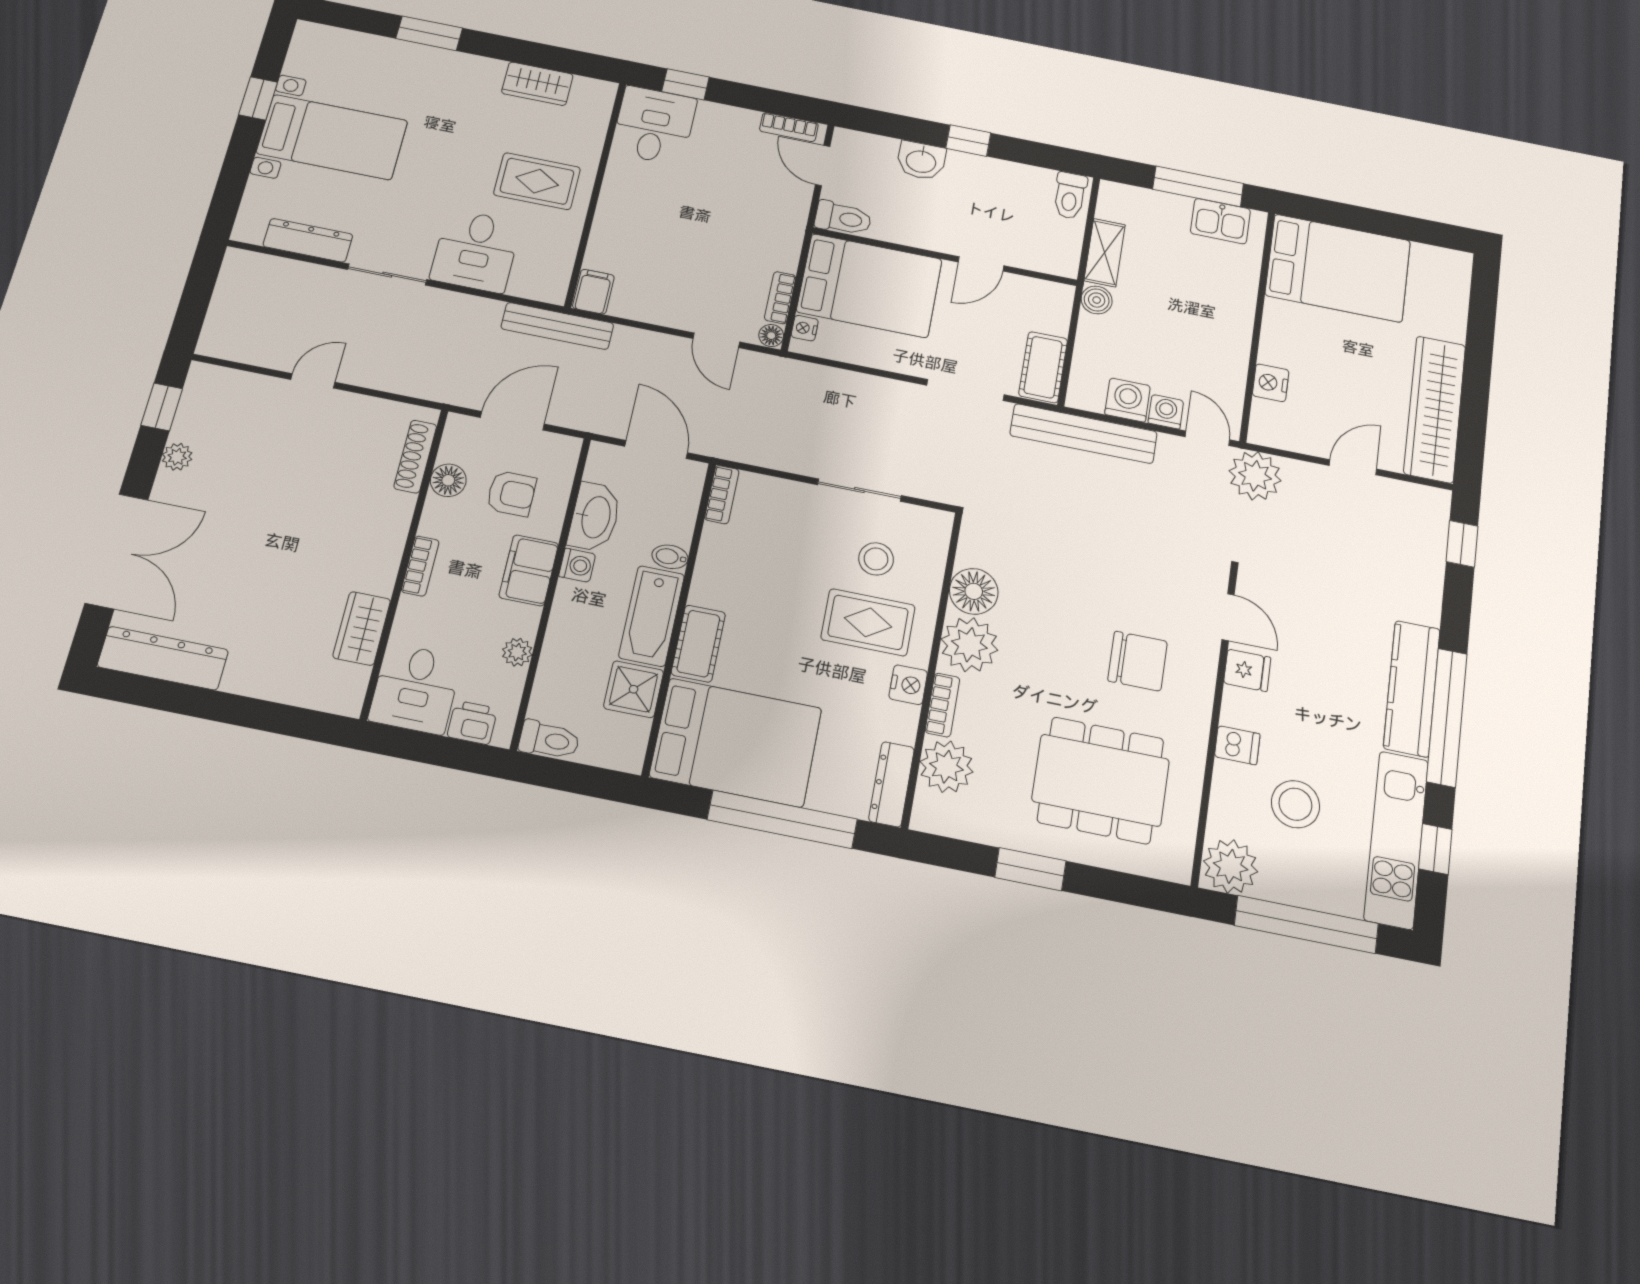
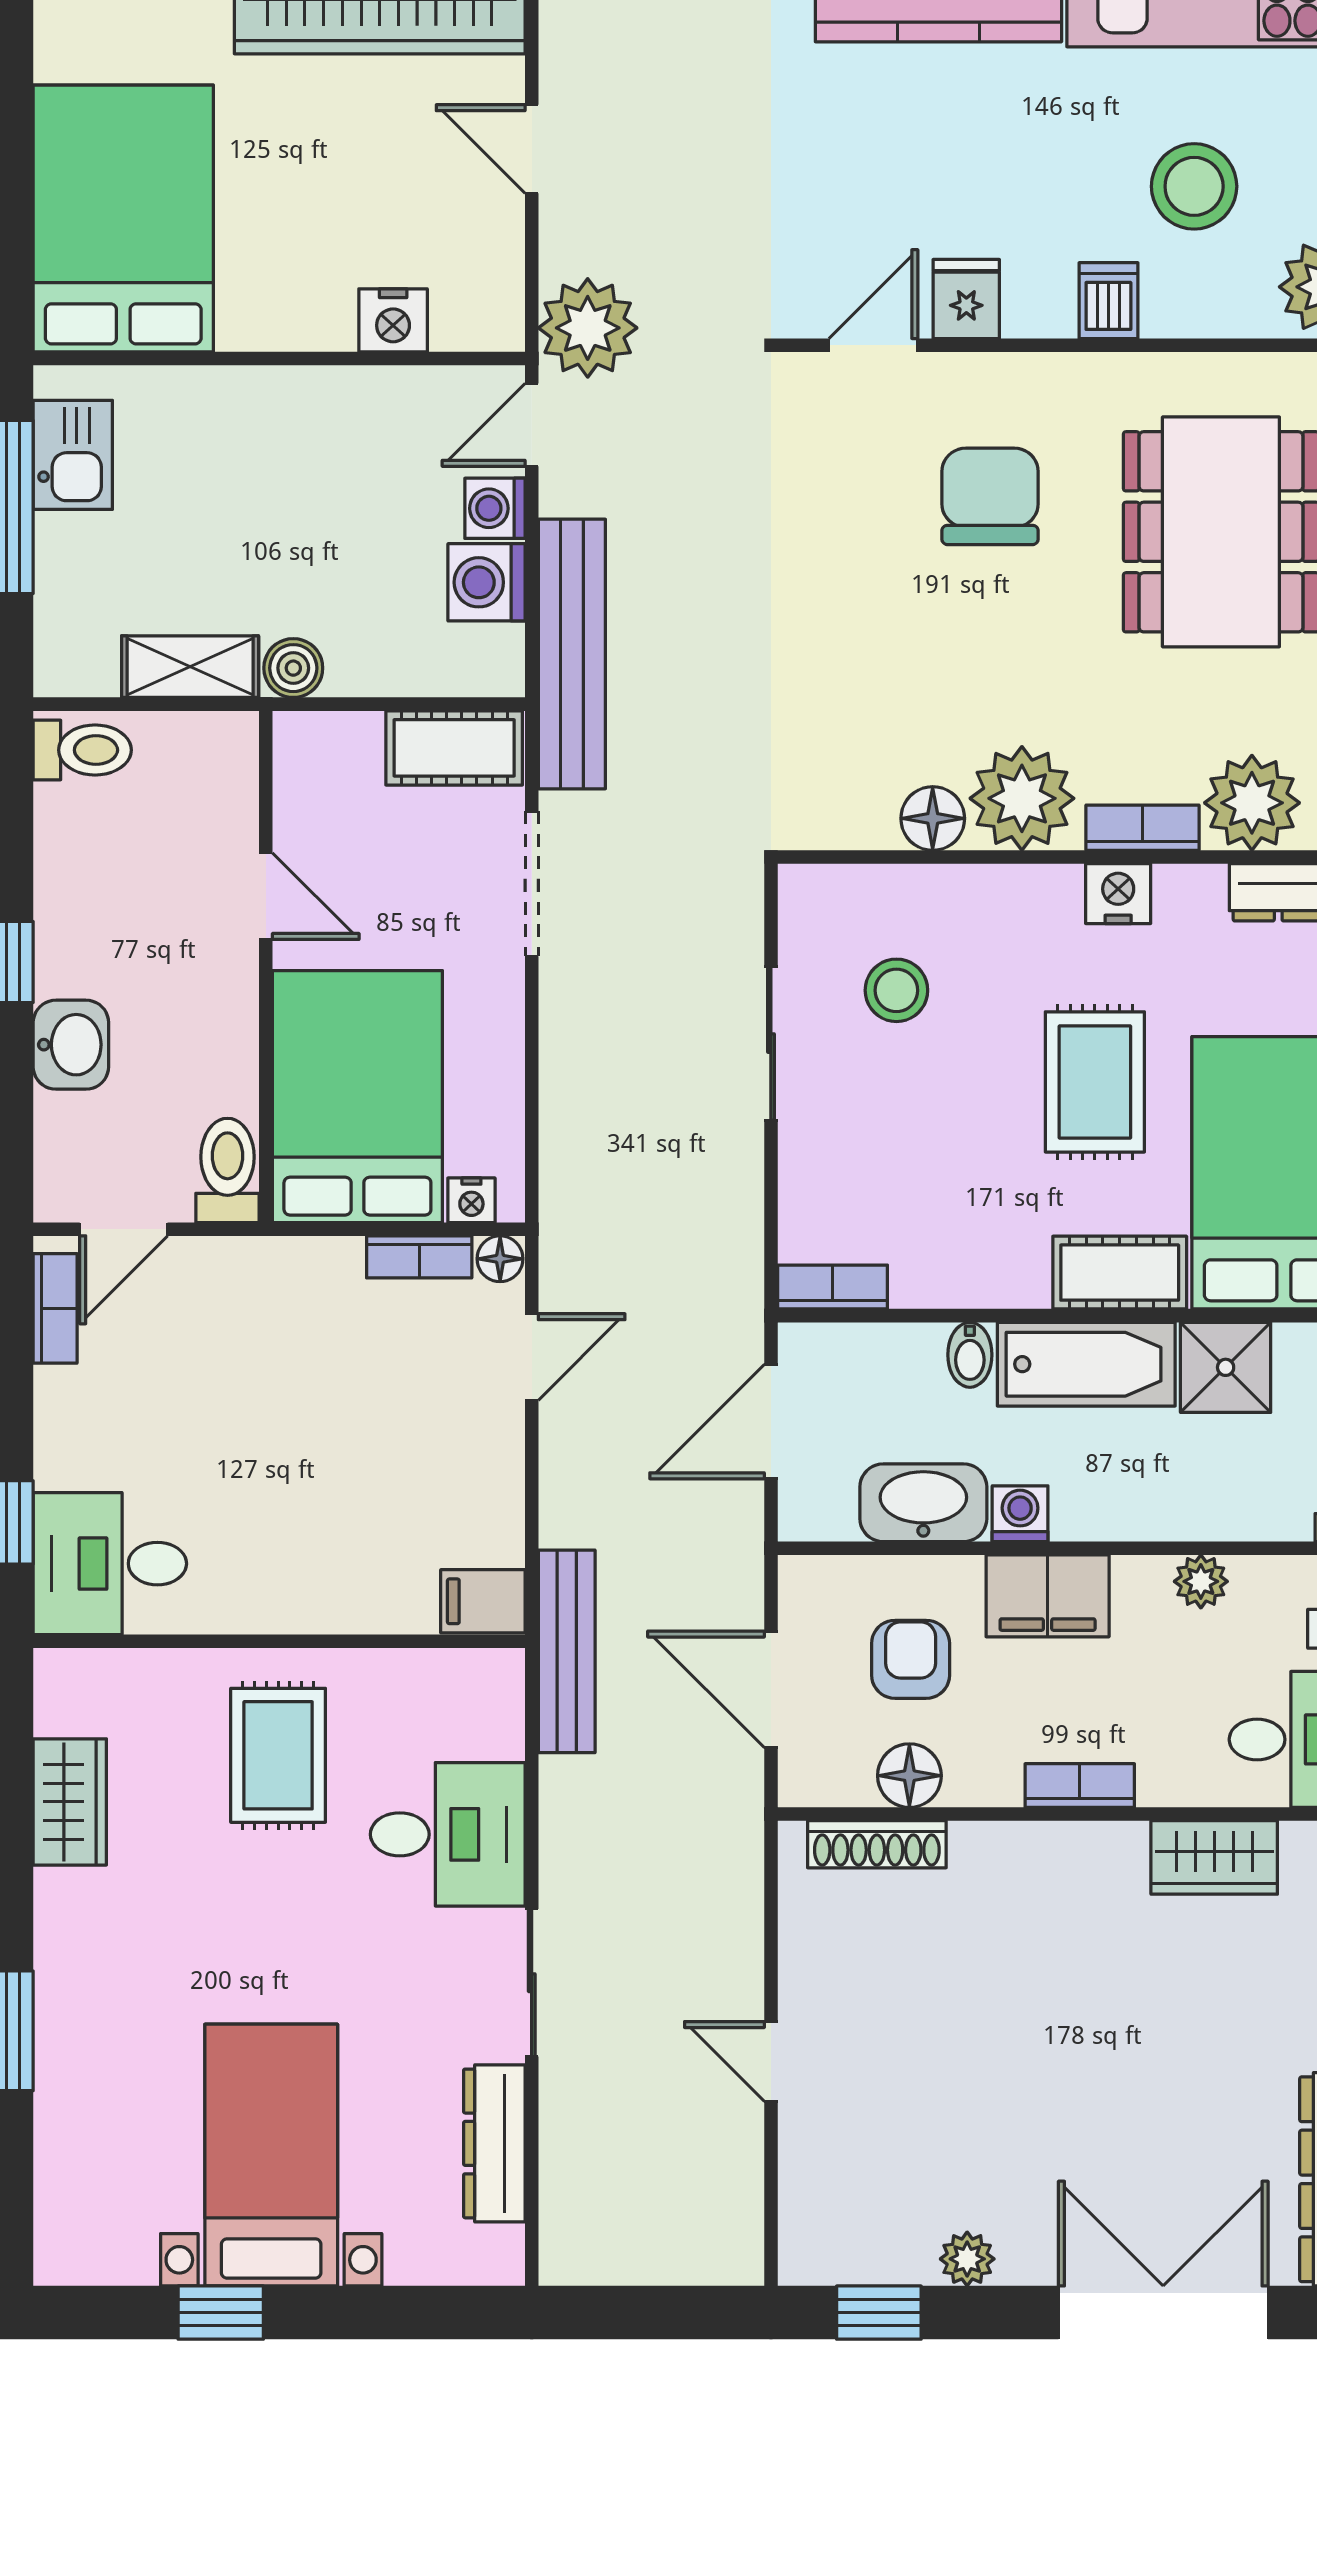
floor lamp: (974, 591) -> (933, 818), width x0.73, depth x0.73
rug: (868, 622) -> (1095, 1082), moved

